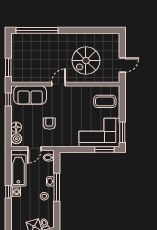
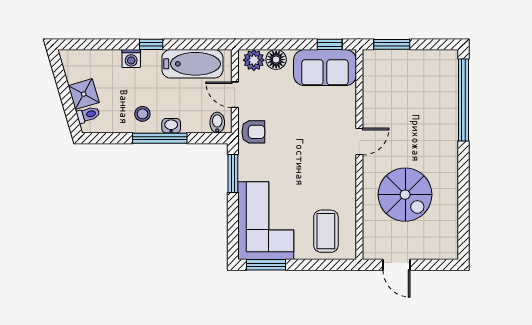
spiral stairs: (86, 61) -> (405, 195), turned 180
door: (59, 84) -> (359, 142), hinge flipped
sofa: (30, 95) -> (325, 68), moved, turned -90
armchair: (49, 124) -> (253, 132), moved
window: (104, 149) -> (233, 173), moved
washing machine: (16, 192) -> (131, 59), moved

